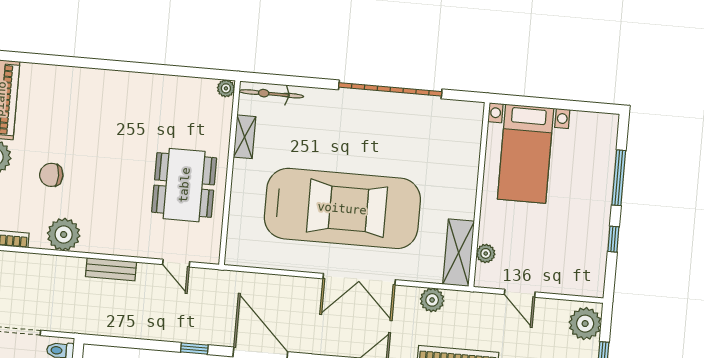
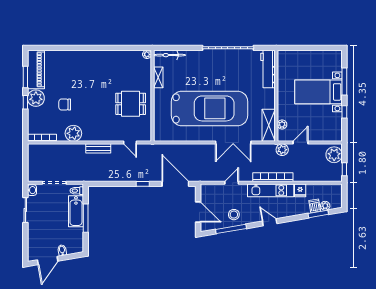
workbench: (467, 139) -> (268, 69), added
bed with nightstands: (526, 154) -> (319, 92), moved, turned 90
dining table: (184, 185) -> (131, 104), width x0.73
double door: (359, 279) -> (233, 143), moved
door: (520, 293) -> (301, 143), swing flipped
plant: (432, 300) -> (282, 150), moved

